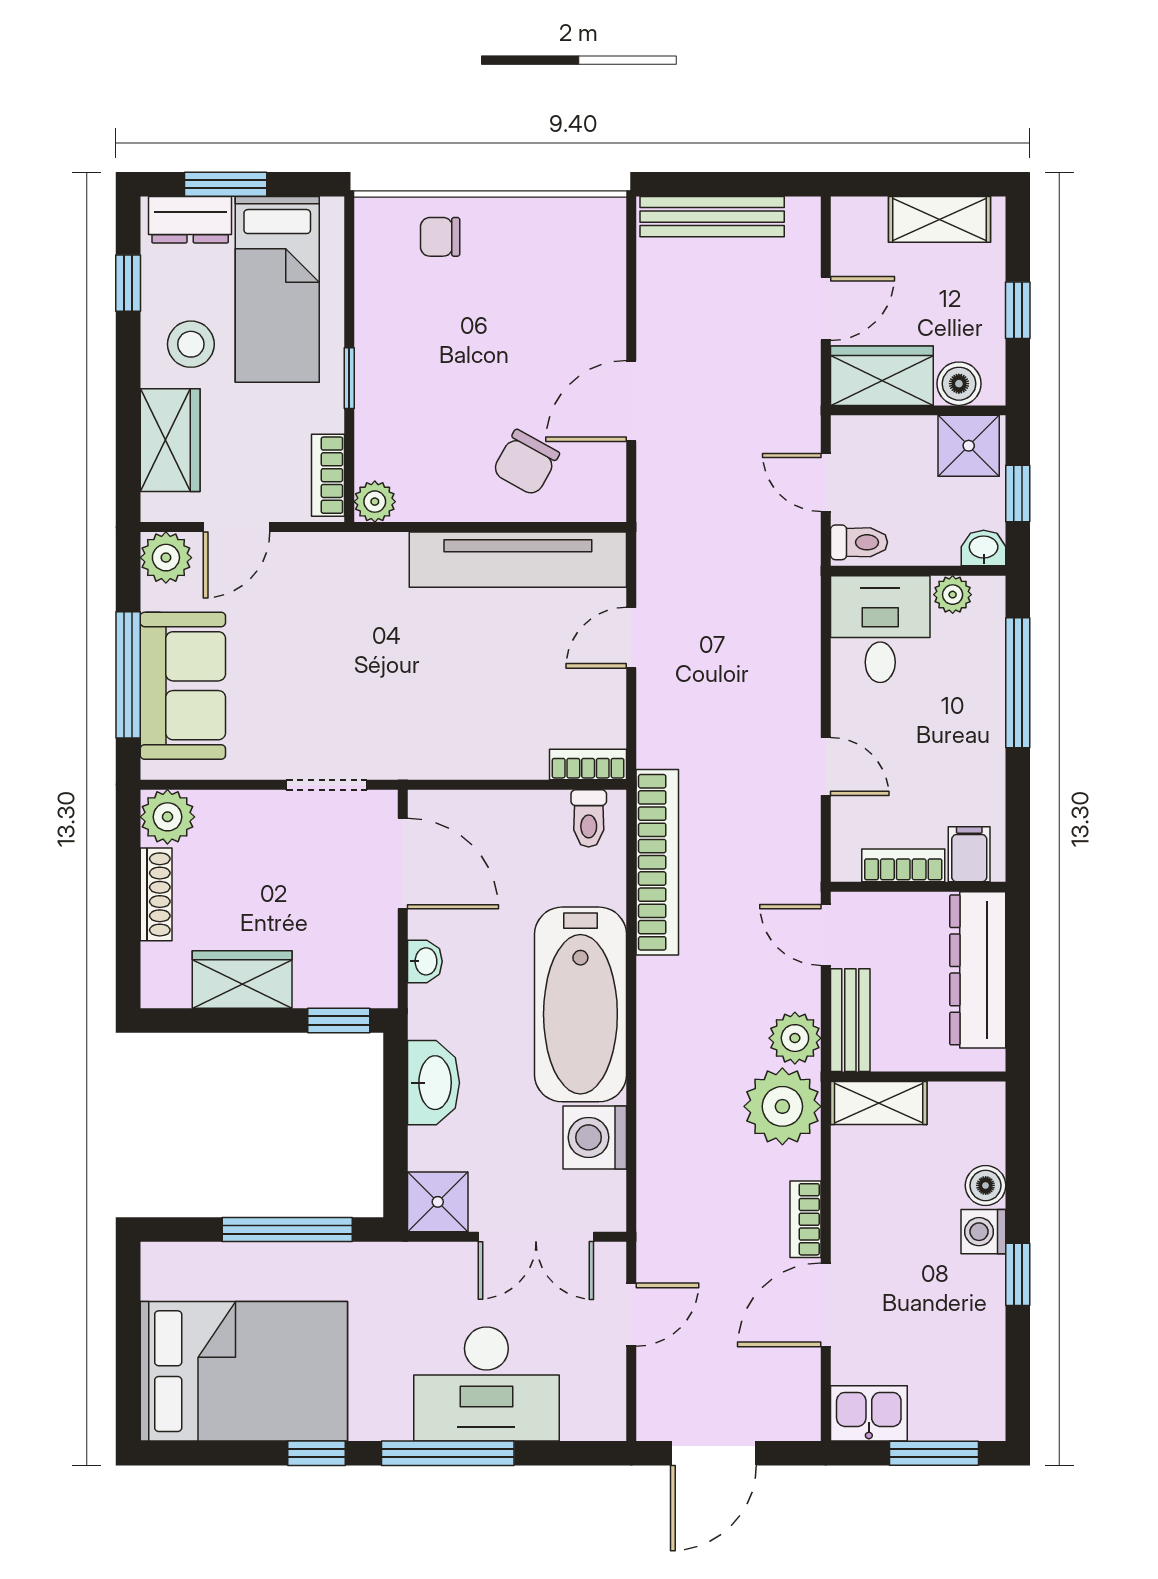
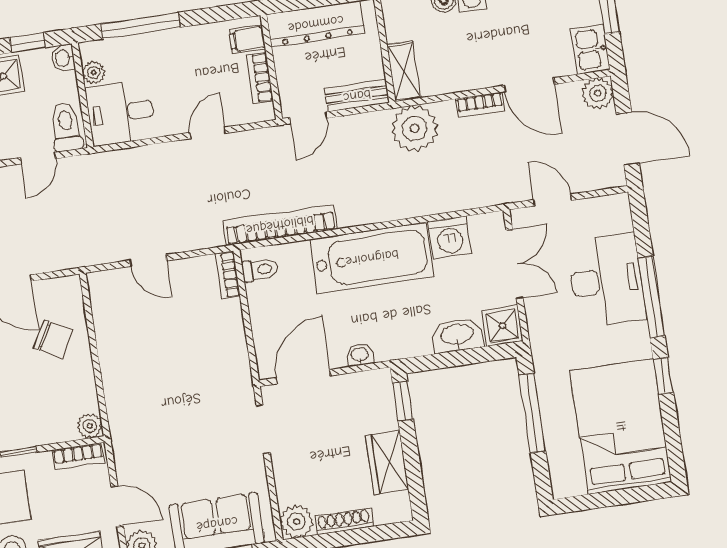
toilet: (859, 542) -> (66, 127), width x1.37, depth x1.39
tv unit: (518, 560) -> (112, 335), removed
plant: (795, 1038) -> (598, 93), moved
washbasin: (433, 1083) -> (457, 335), moved

